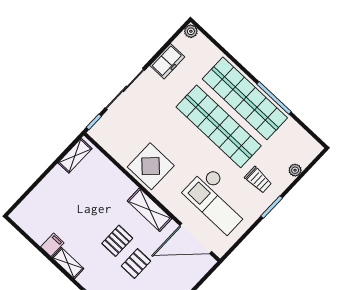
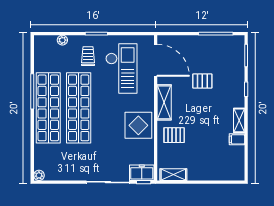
freezer: (167, 61) -> (142, 173), moved
pallet: (117, 241) -> (174, 135), moved

